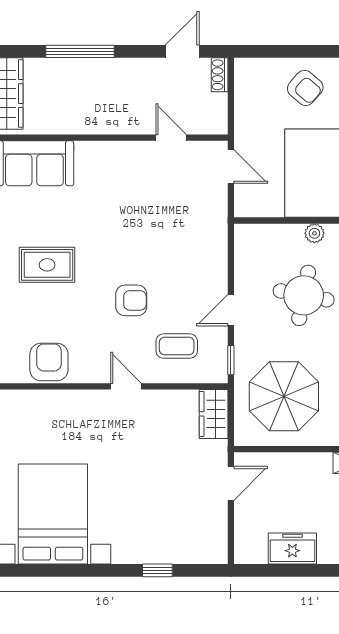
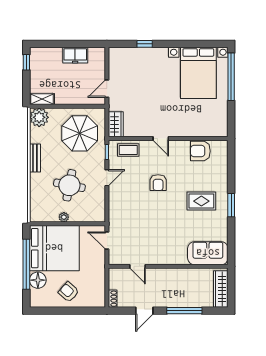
door: (182, 51) -> (144, 311), moved
door: (231, 167) -> (107, 241), moved
armchair: (131, 300) -> (158, 183), turned -90
coffee table: (177, 346) -> (128, 150), moved
armchair: (49, 362) -> (200, 151), turned 90

